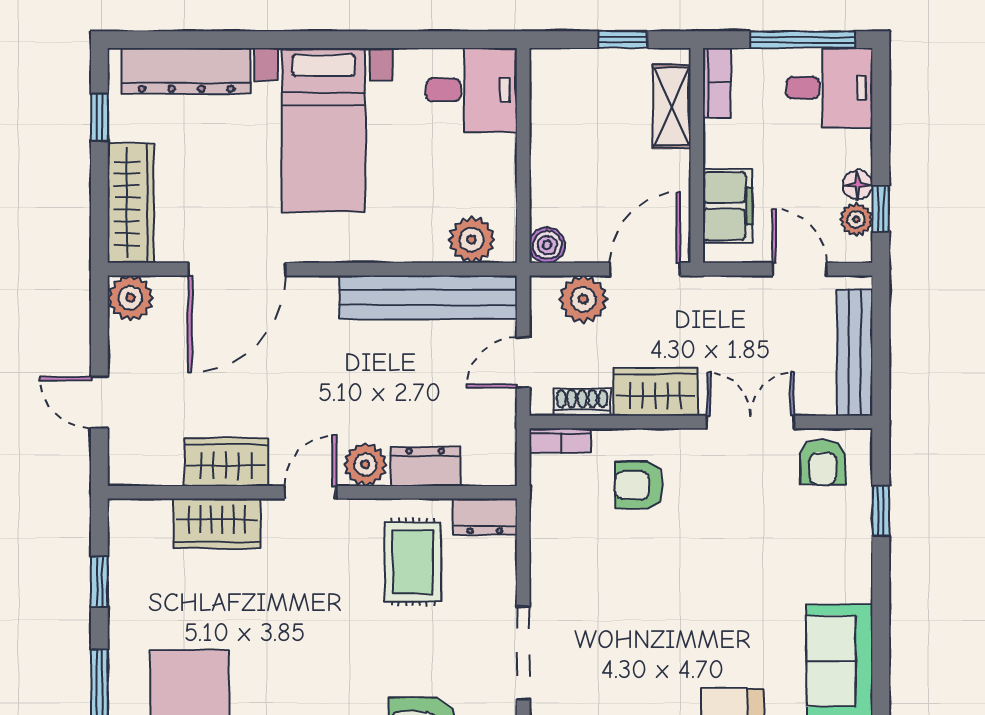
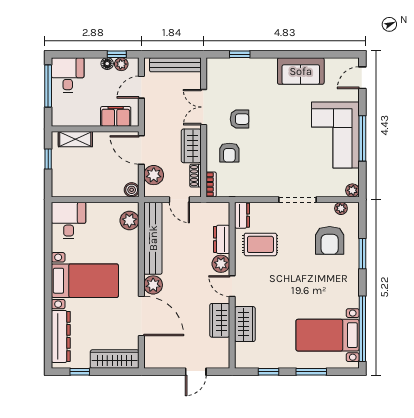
bookcase: (717, 83) -> (66, 121), removed
plant: (130, 298) -> (153, 285), moved
armchair: (823, 462) -> (240, 119), moved

